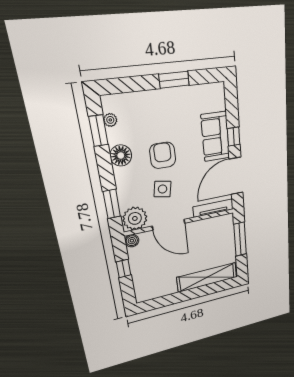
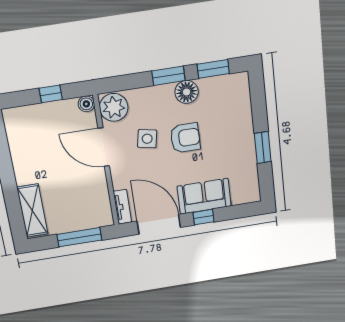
plant: (110, 120) -> (224, 81), removed
window: (112, 204) -> (168, 76), moved
tv unit: (213, 208) -> (122, 207), width x0.71
door: (169, 225) -> (104, 147), hinge flipped
shelving: (207, 277) -> (32, 211), width x0.68

